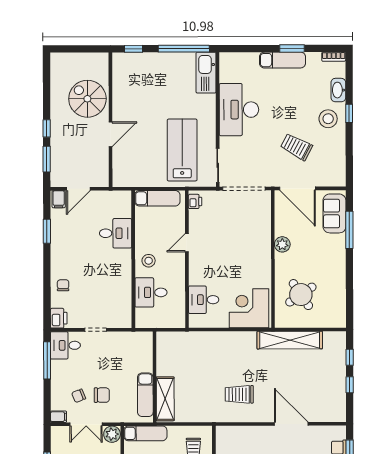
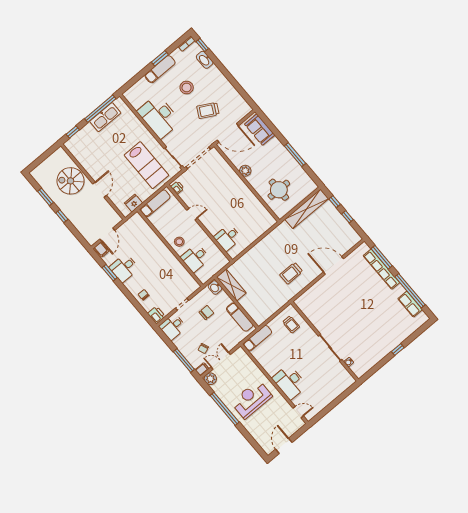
kitchen sink: (206, 73) -> (105, 117), moved, turned -90
window: (349, 113) -> (202, 45), moved
stool: (328, 119) -> (187, 87), moved
lab bench: (182, 150) -> (146, 165), turned 180
window: (47, 159) -> (45, 197), moved
fridge: (135, 179) -> (133, 203), added
window: (349, 230) -> (295, 155), moved
desk: (116, 233) -> (124, 268), moved, turned 180
door: (187, 243) -> (192, 214), swing flipped
round table: (301, 295) -> (279, 190), turned 34
corner desk: (249, 308) -> (257, 221), removed
shelving: (290, 340) -> (307, 209), moved
washbasin: (146, 341) -> (215, 287), added
window: (47, 360) -> (184, 361), moved
chair: (102, 395) -> (206, 312), moved
shelving: (165, 399) -> (231, 285), moved
double door: (86, 424) -> (221, 361), swing flipped
plant: (112, 434) -> (210, 379), moved

